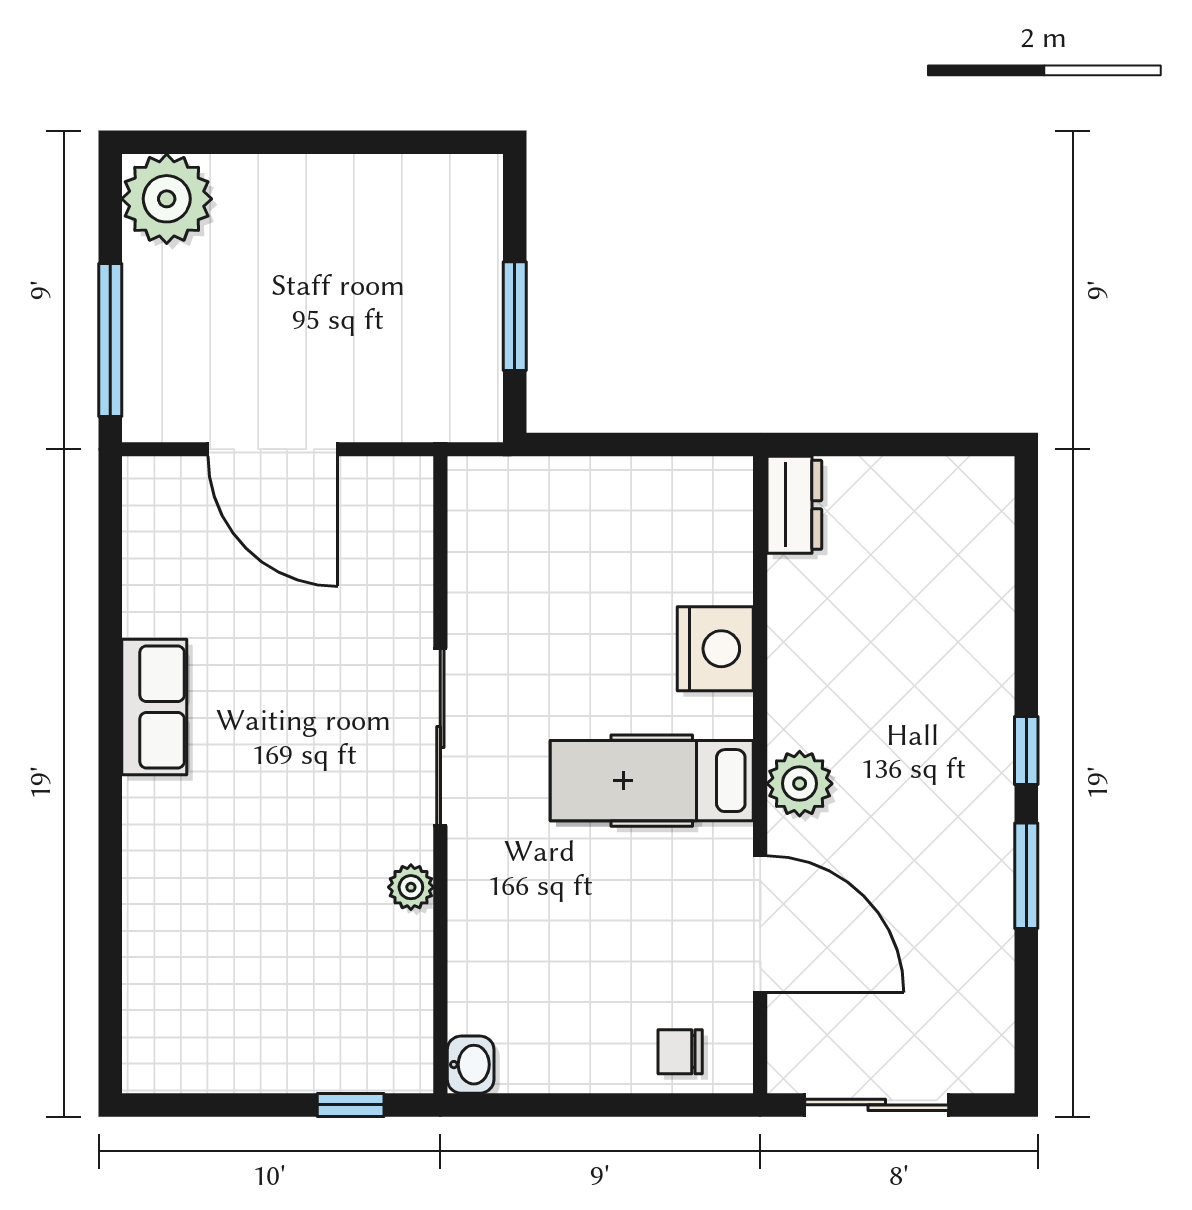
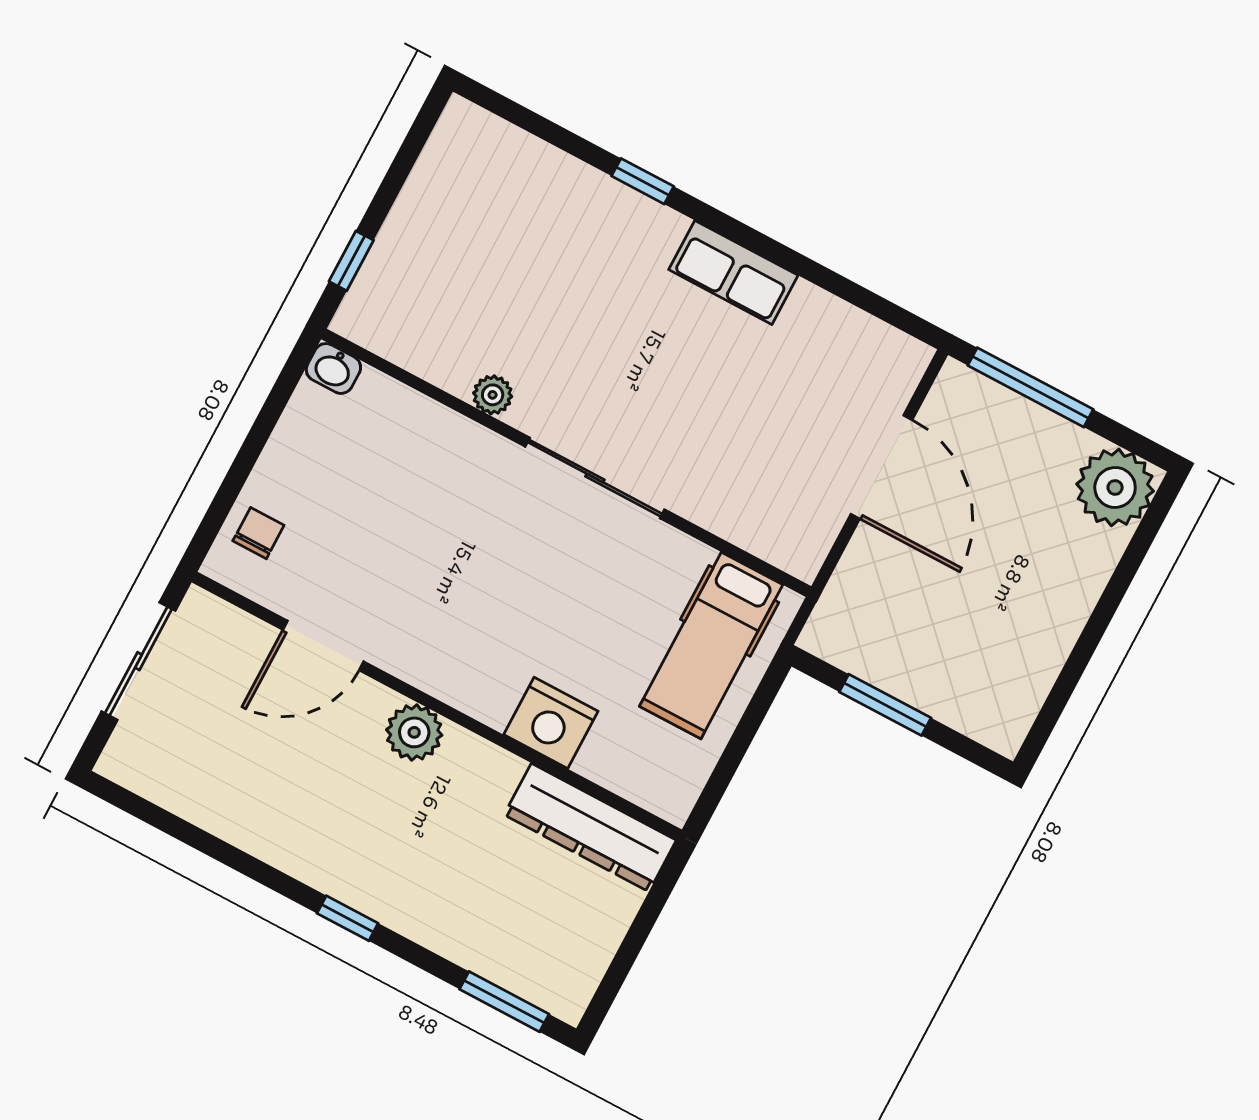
door: (273, 449) -> (882, 467), swing flipped
dresser: (794, 505) -> (590, 827), width x1.96, depth x1.24
hospital bed: (652, 781) -> (711, 646), moved, turned 180
window: (110, 850) -> (643, 181), added
window: (1026, 876) -> (504, 1002), moved
door: (760, 924) -> (323, 646), width x0.73

